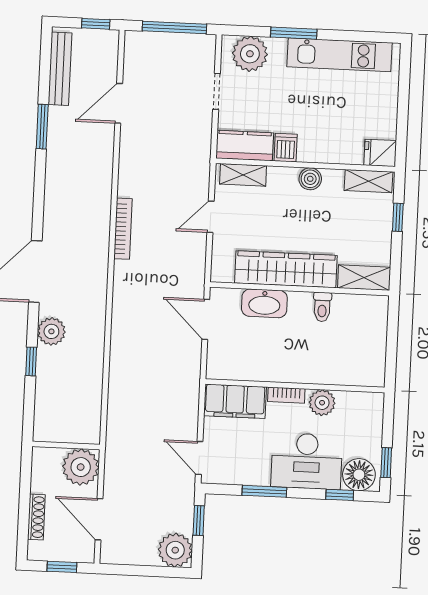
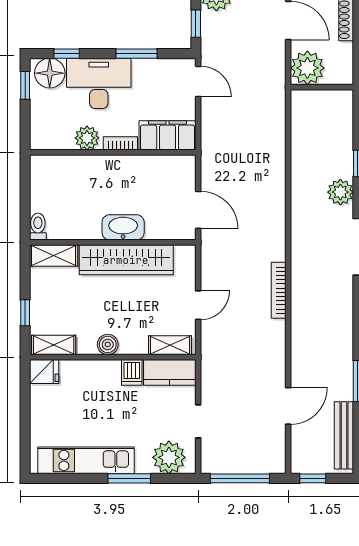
washbasin: (264, 303) -> (123, 227), moved
toilet: (322, 307) -> (38, 227), moved

